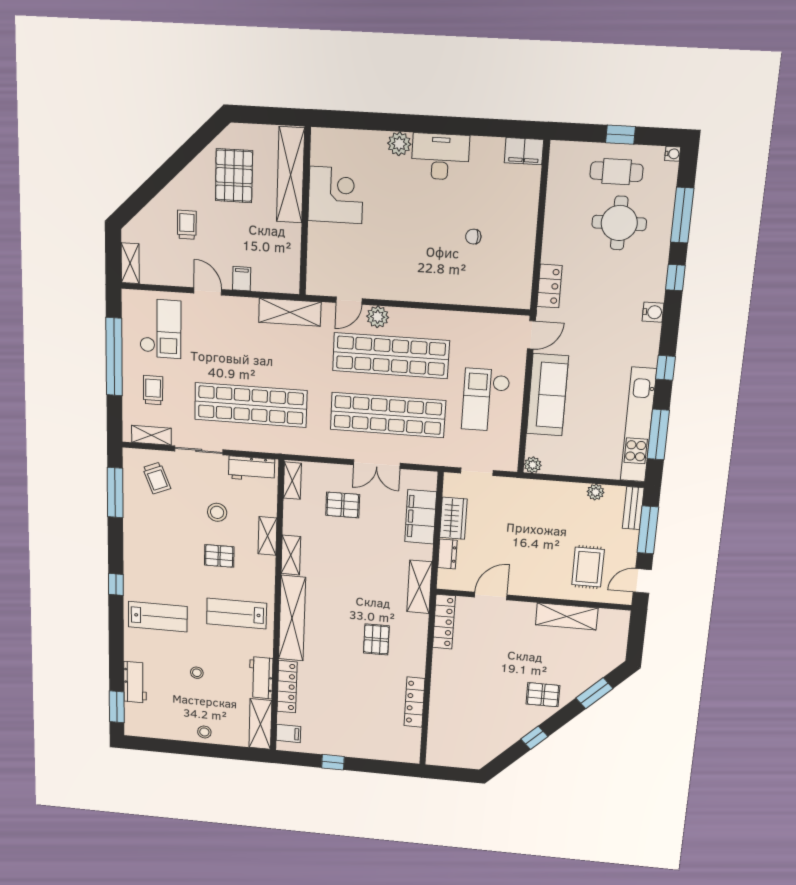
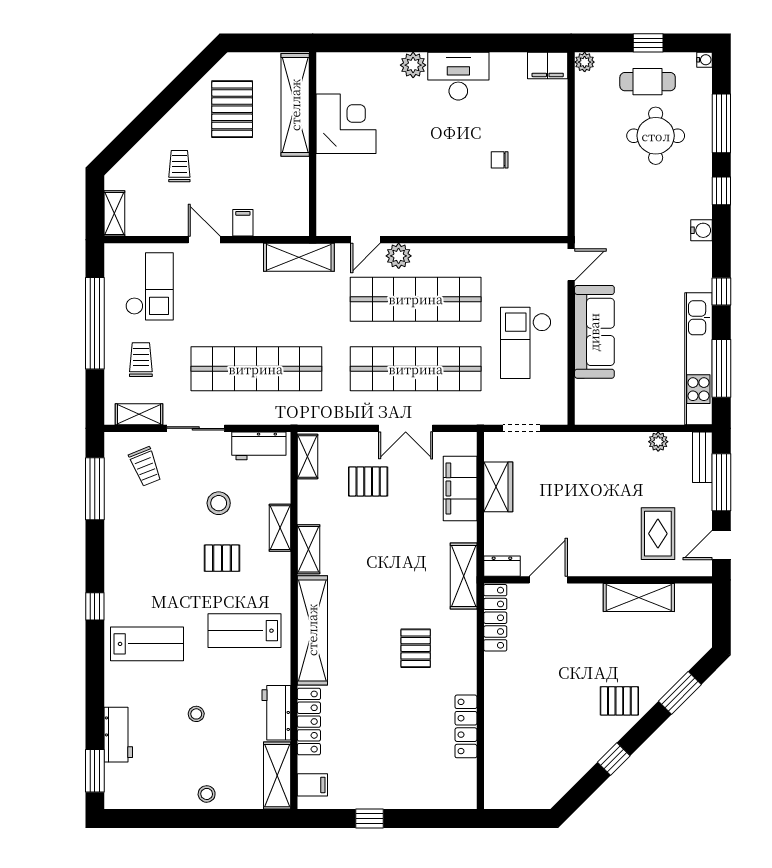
locker: (549, 286) -> (587, 209), removed
plant: (533, 465) -> (585, 62), moved
dresser: (447, 554) -> (502, 566), moved, turned -90

